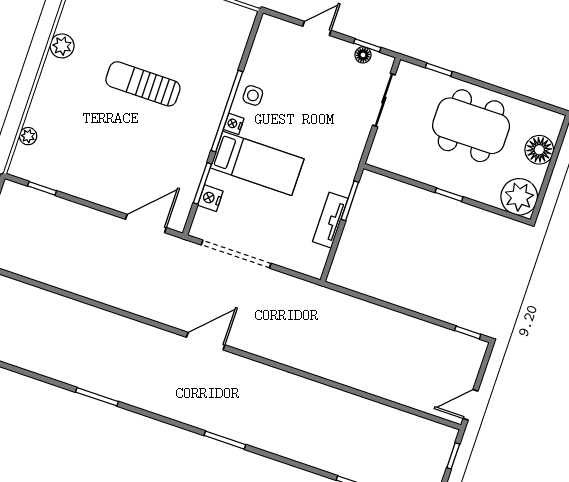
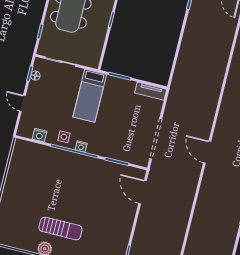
sun lounger: (143, 84) -> (61, 228), moved, turned -90
bed: (257, 163) -> (90, 96), moved, turned 180
nightstand: (210, 198) -> (40, 135), moved
tv unit: (330, 220) -> (151, 91), moved

